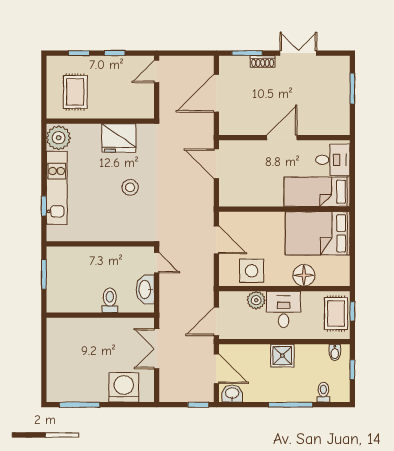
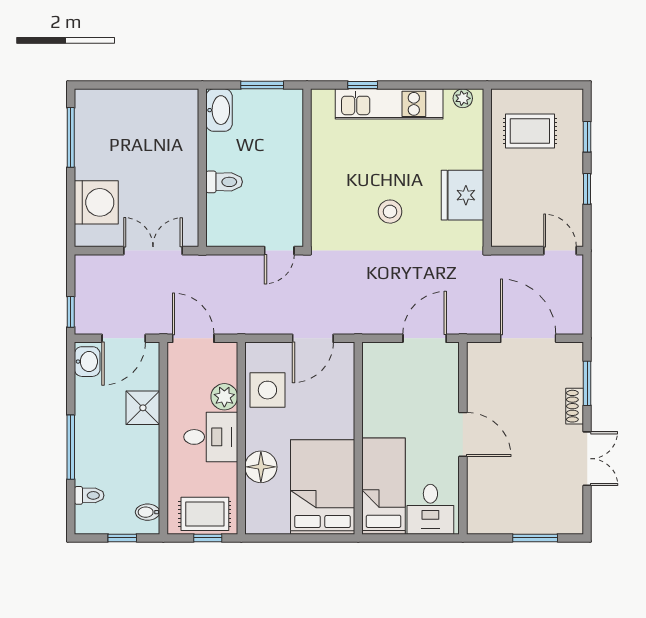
plant: (59, 138) -> (463, 98), width x0.53, depth x0.53
washbasin: (145, 289) -> (219, 110), moved, turned 90
shower: (282, 356) -> (143, 408), moved

